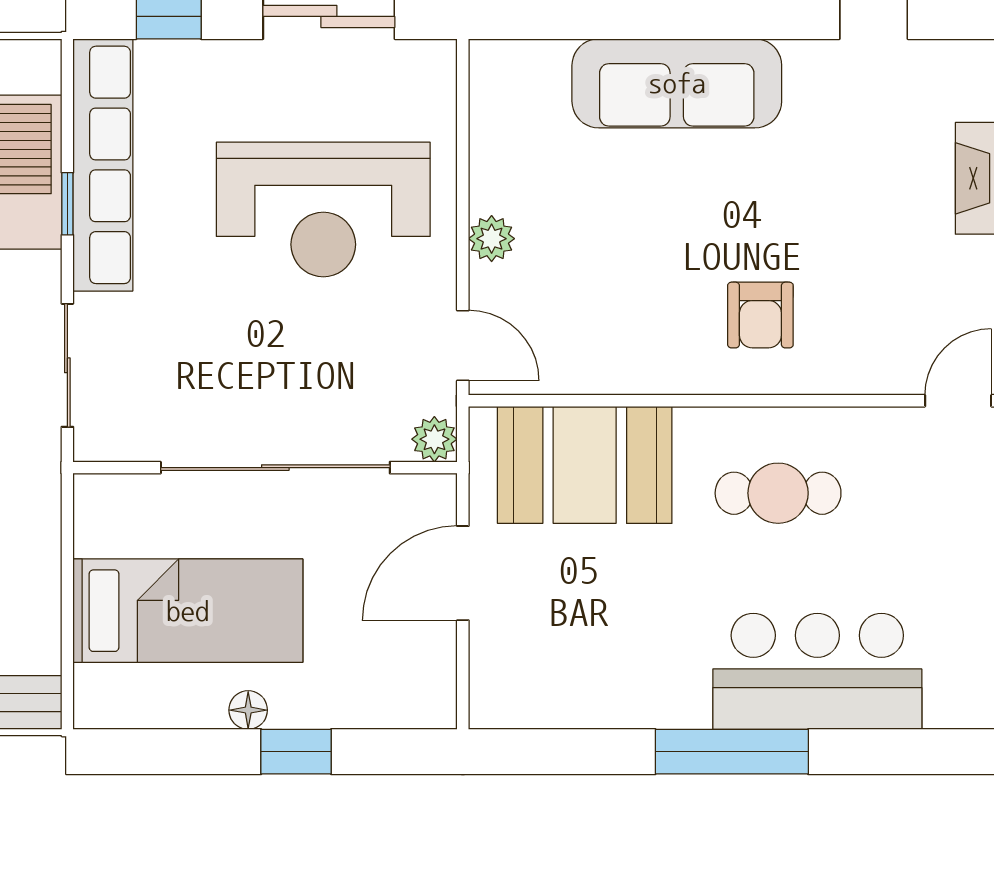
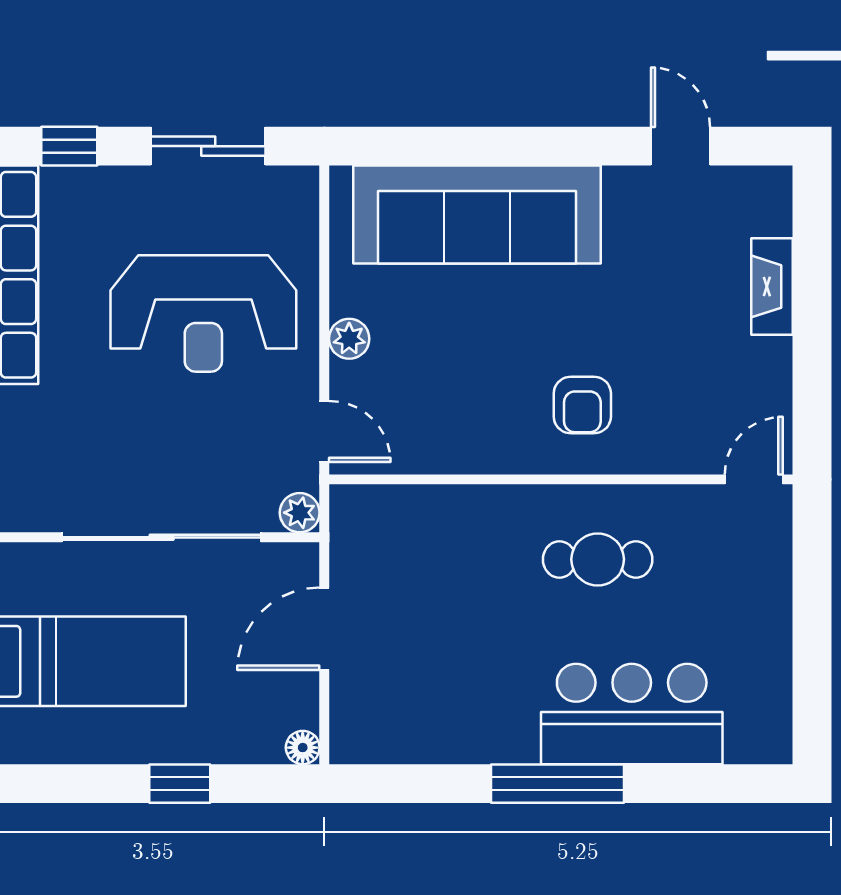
sofa: (677, 83) -> (477, 215), width x1.36, depth x1.27
booth: (585, 465) -> (430, 535), removed
floor lamp: (248, 710) -> (303, 748), moved

